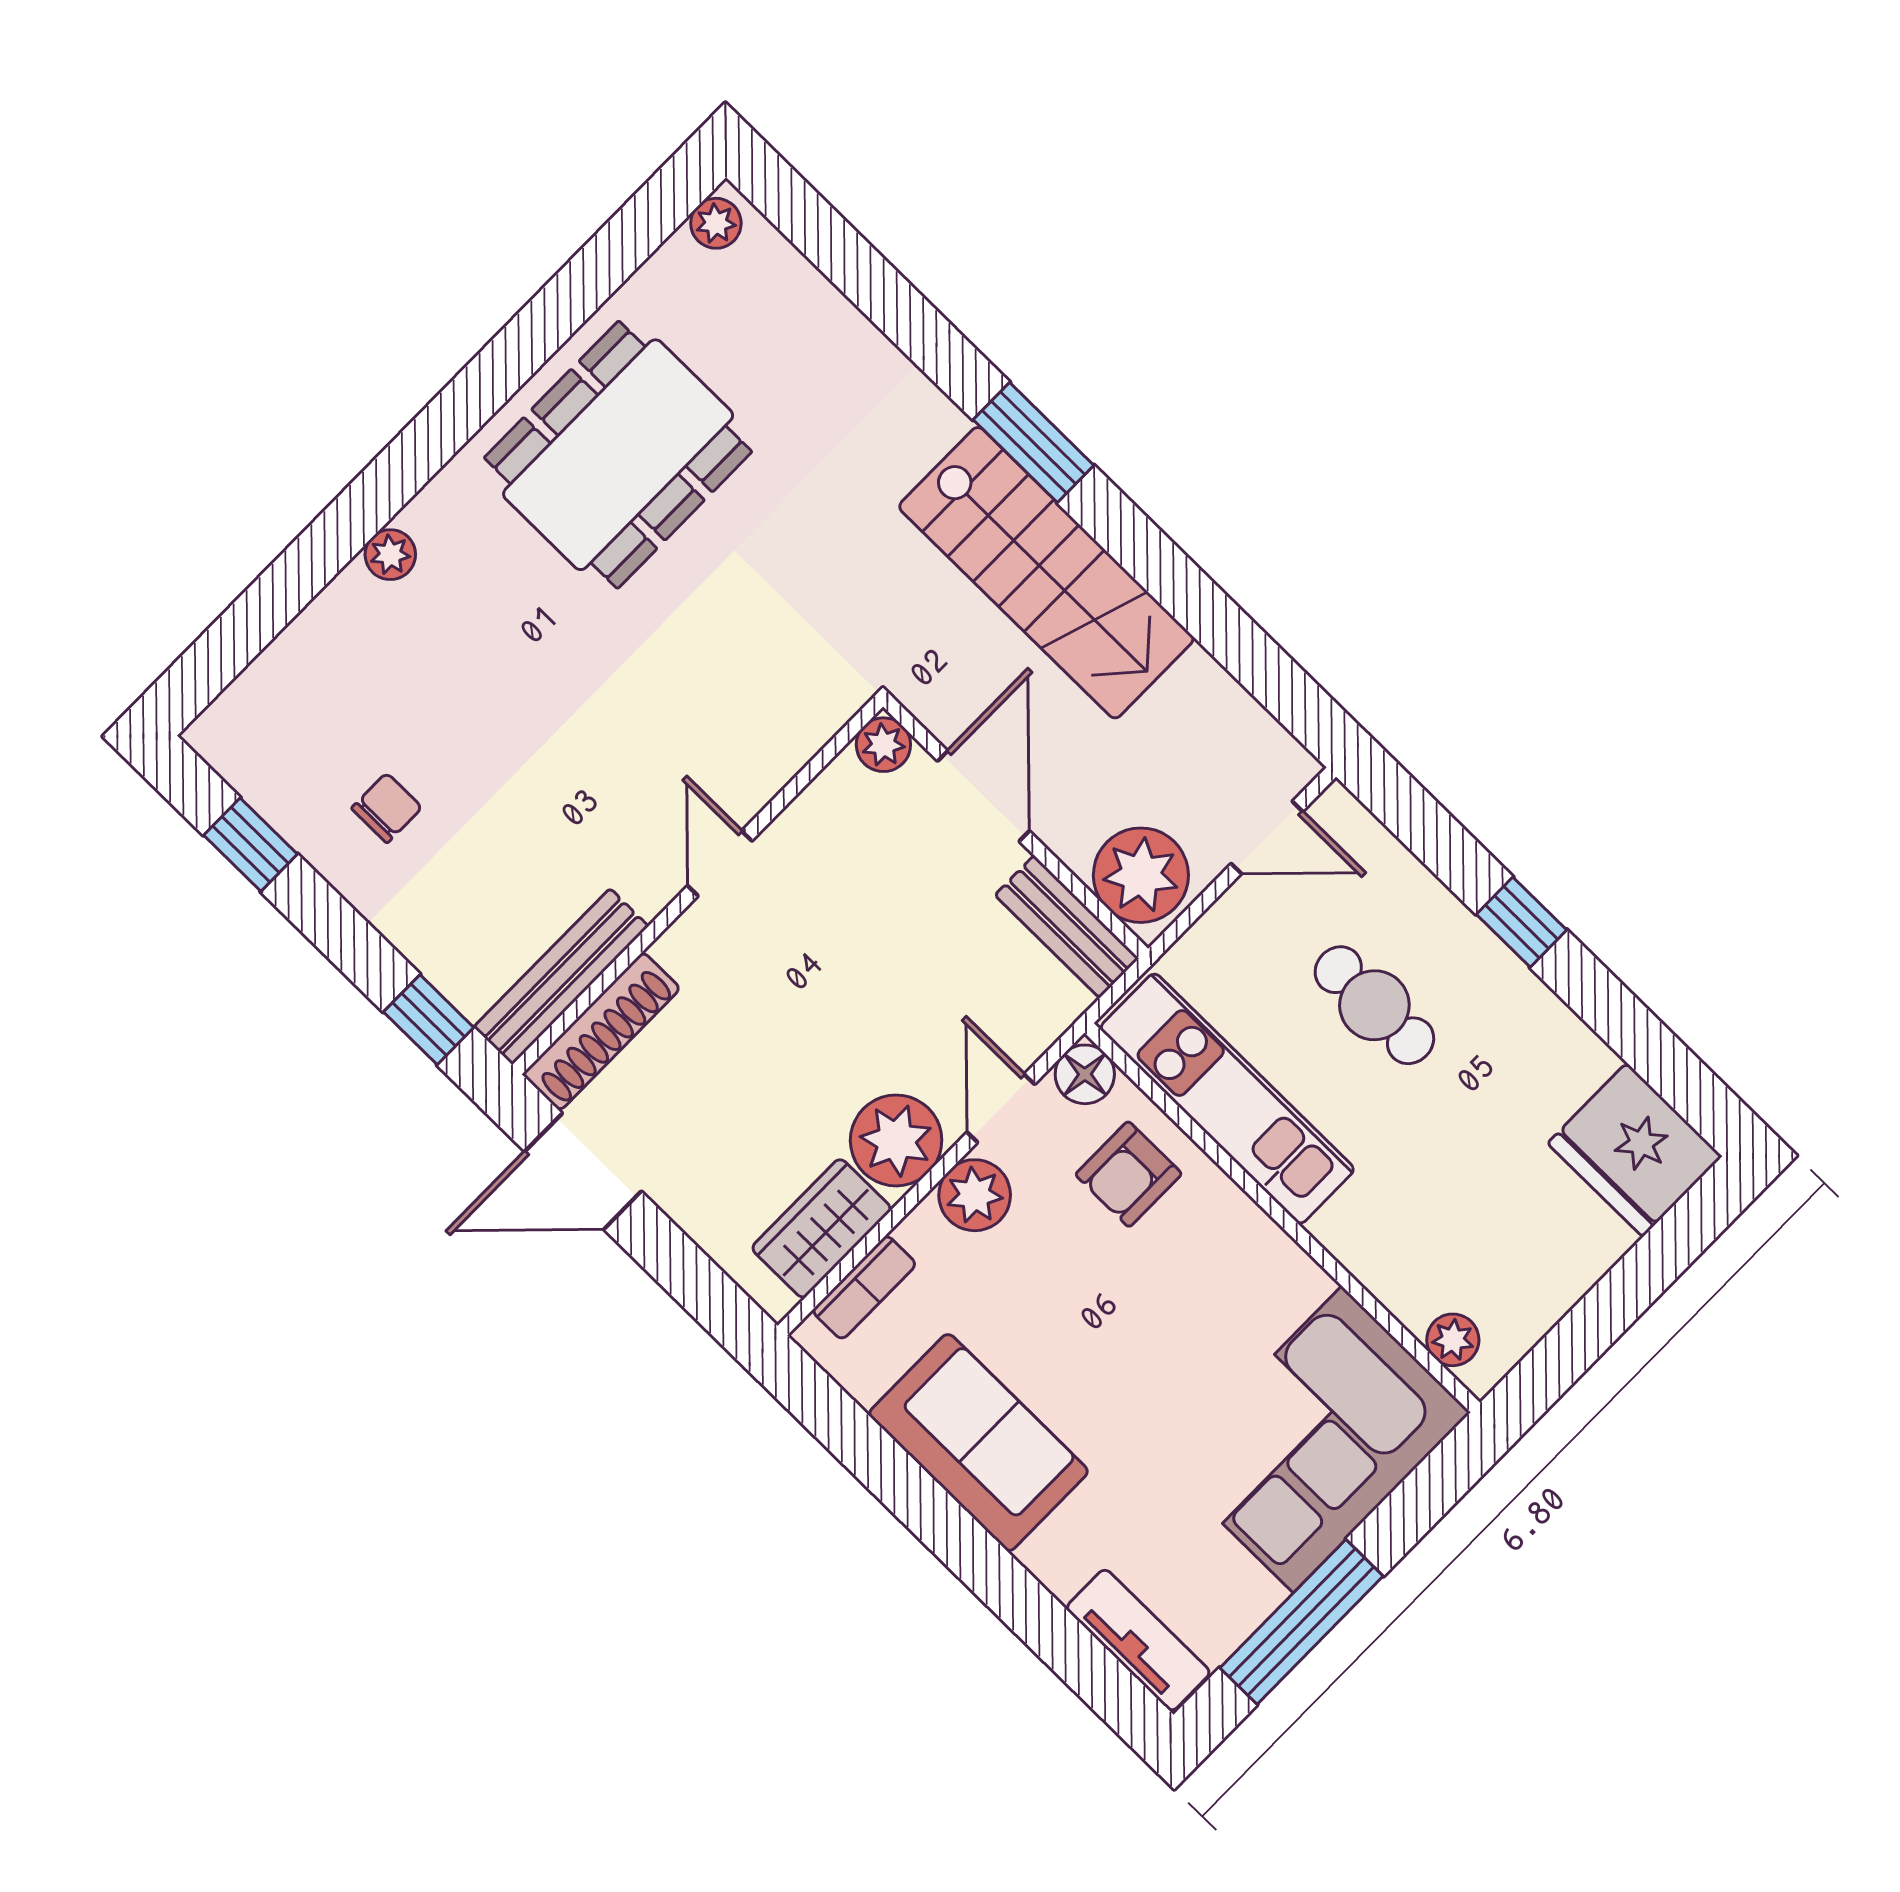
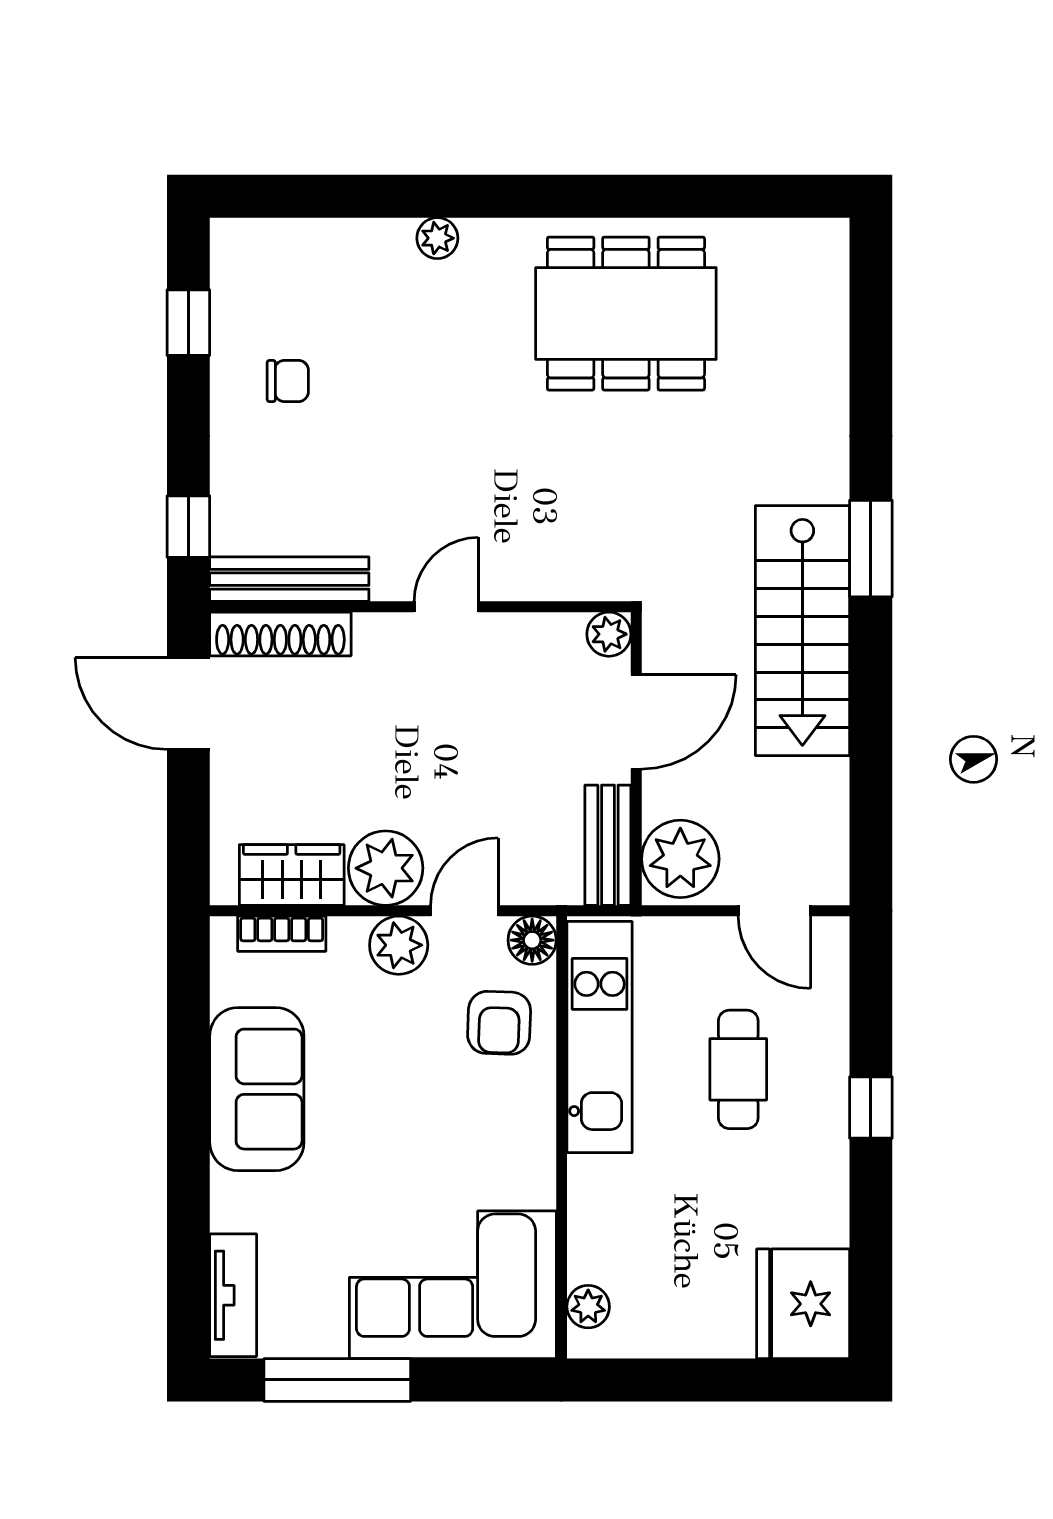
plant: (716, 223) -> (817, 238), removed
armchair: (1129, 1174) -> (499, 1023), turned -88

